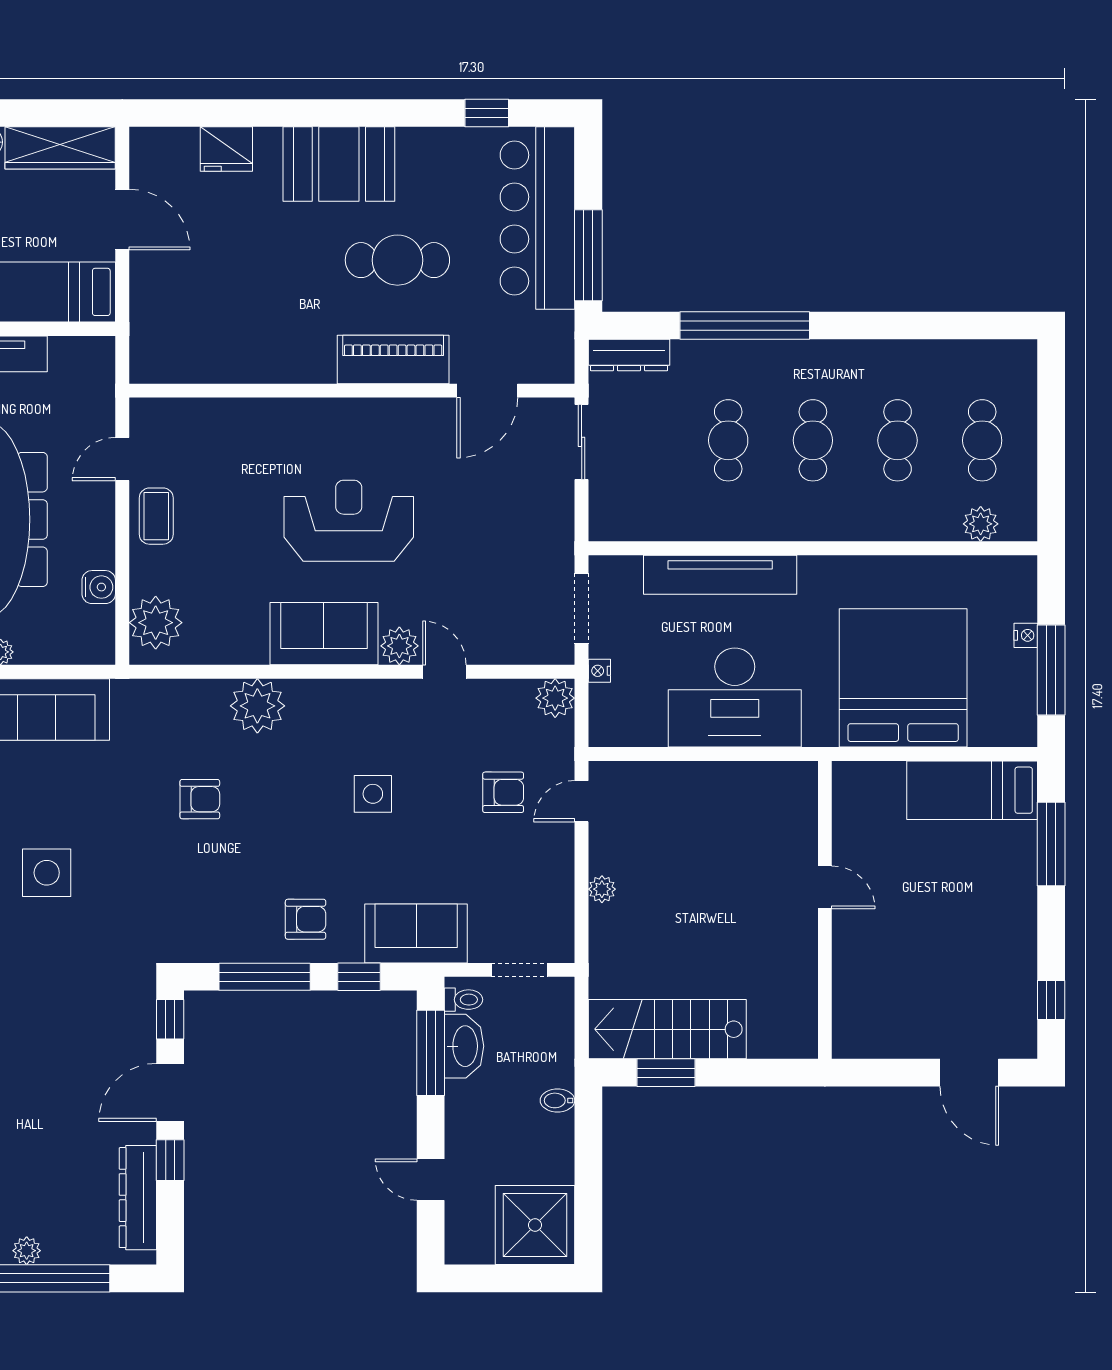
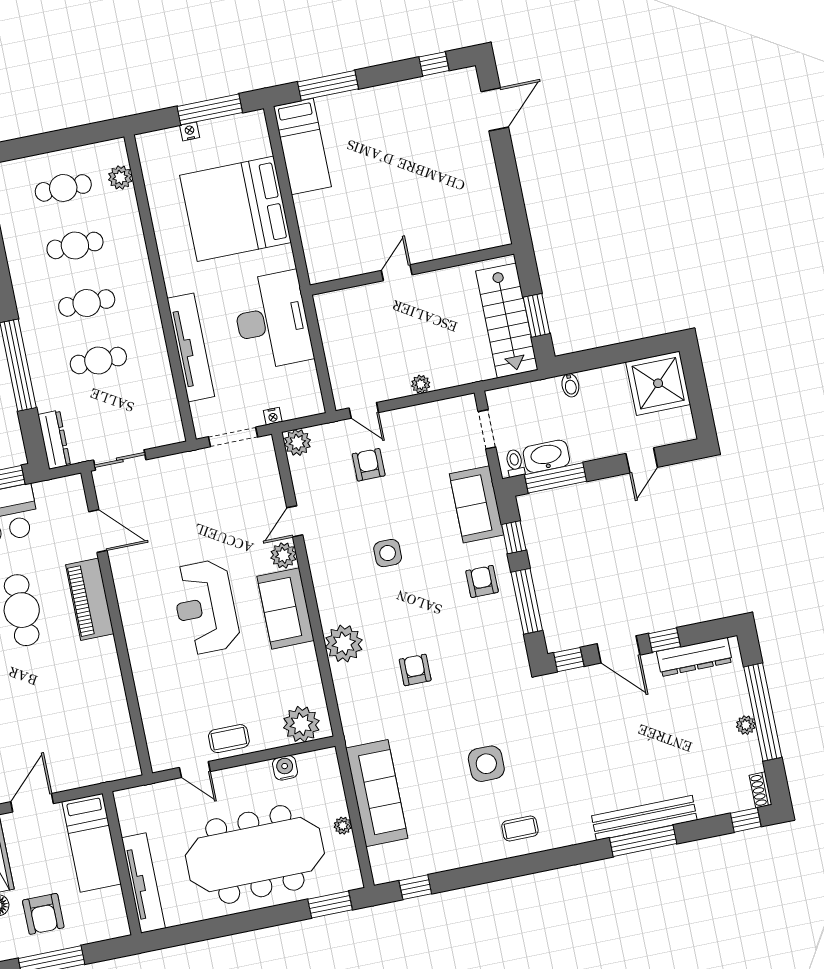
door: (825, 887) -> (397, 273), moved
wall: (825, 910) -> (412, 270), moved

